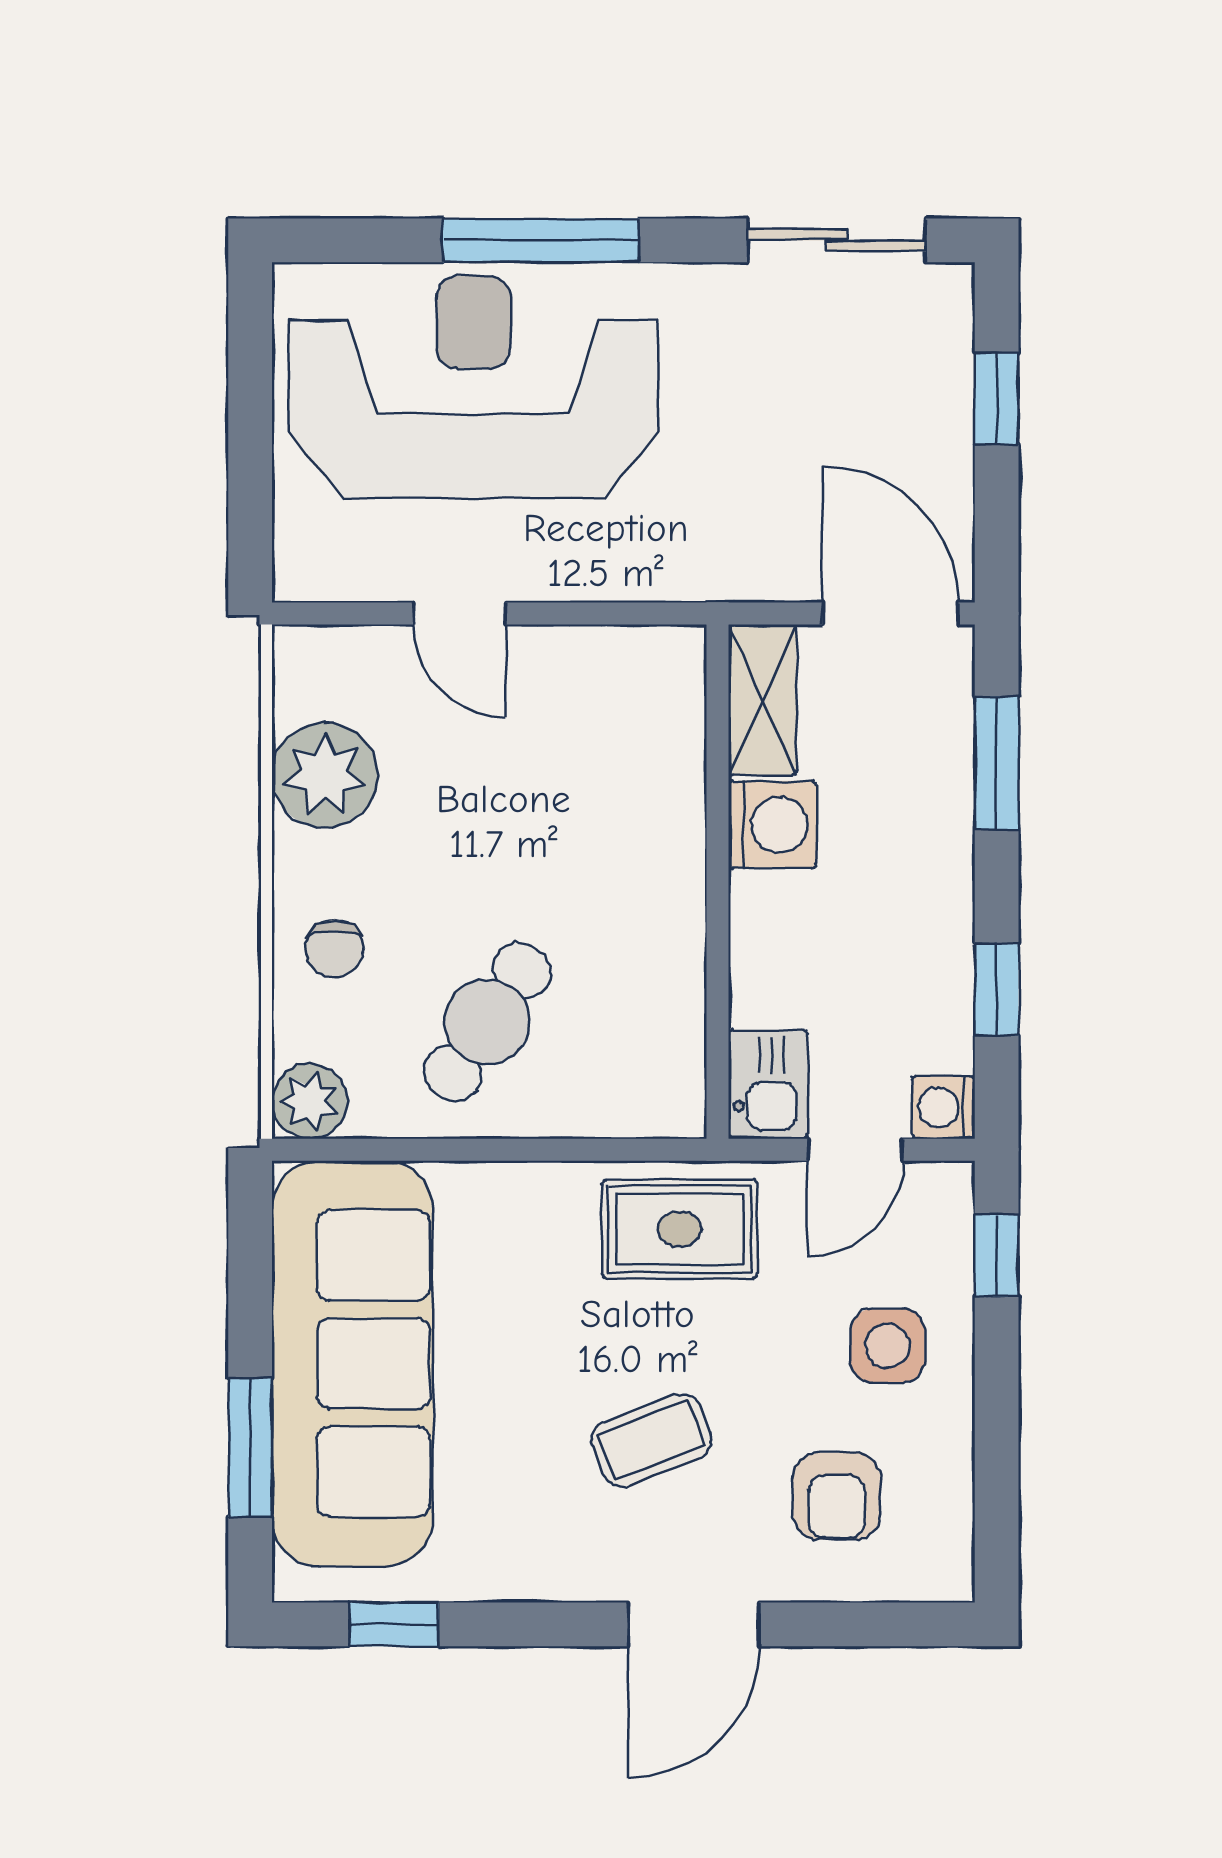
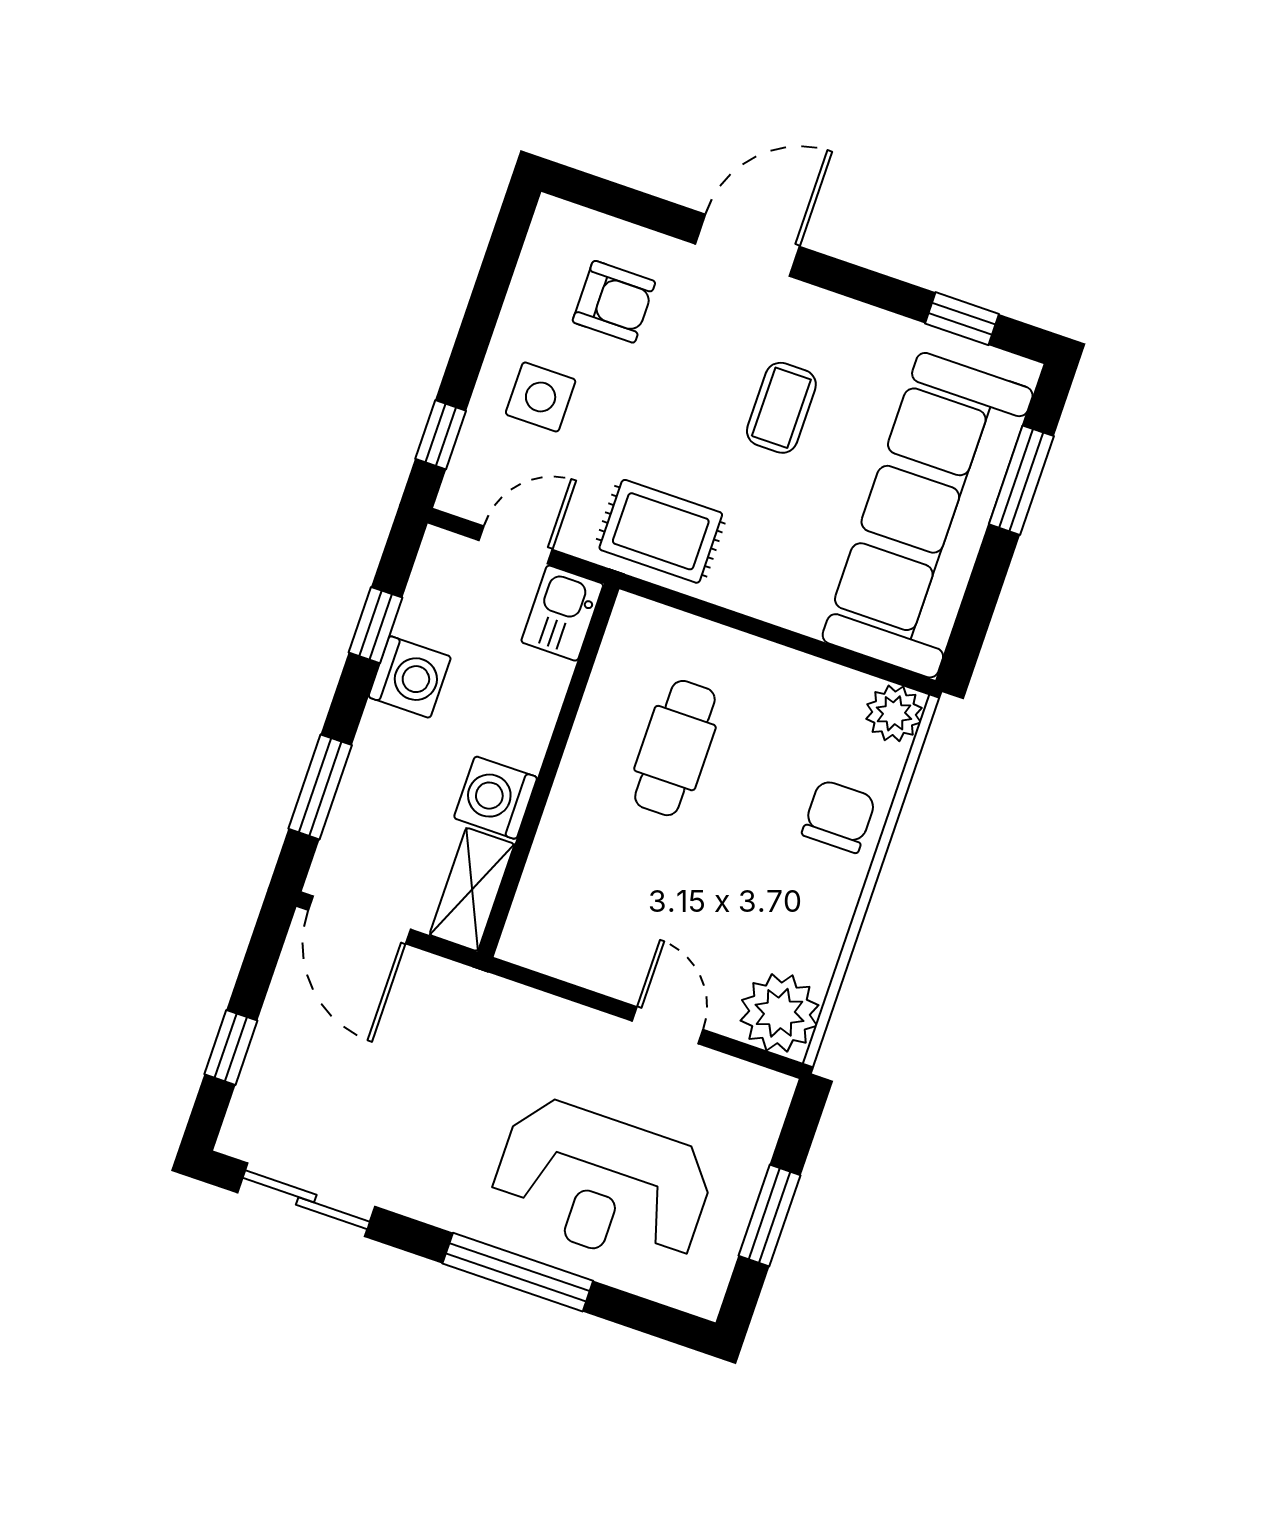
reception desk: (473, 387) -> (602, 1184), width x0.74, depth x0.77
window: (250, 419) -> (770, 1216), added
plant: (325, 775) -> (779, 1013), moved
chair: (334, 949) -> (839, 816), width x1.37, depth x1.37
cafe table: (487, 1022) -> (675, 748), moved, turned -34
washing machine: (943, 1107) -> (410, 677), moved, width x1.38, depth x1.38
coffee table: (651, 1440) -> (781, 408), moved, turned -69
armchair: (837, 1496) -> (614, 302), turned 90

